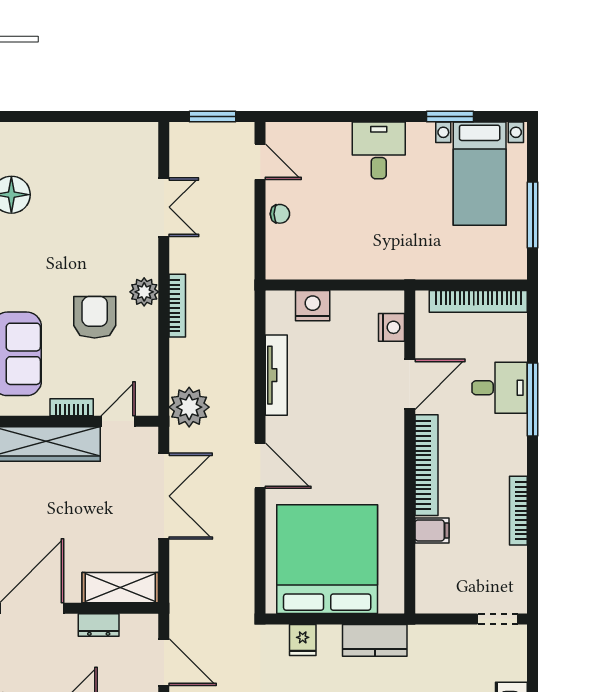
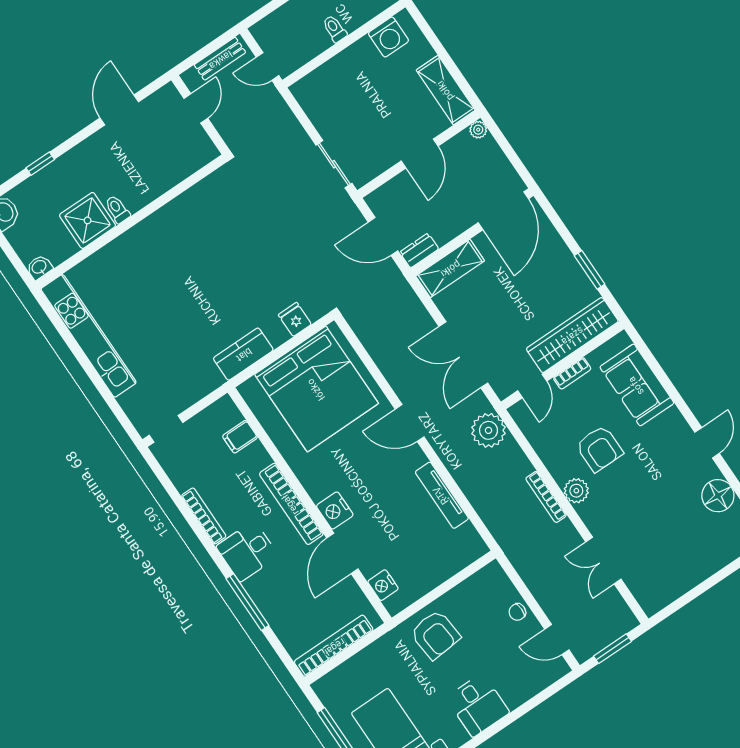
armchair: (374, 246) -> (435, 635), added
nightstand: (313, 306) -> (335, 510), moved, turned 90
desk: (500, 388) -> (247, 551), moved
filing cabinet: (432, 530) -> (240, 437), moved
dresser: (99, 625) -> (419, 251), moved

